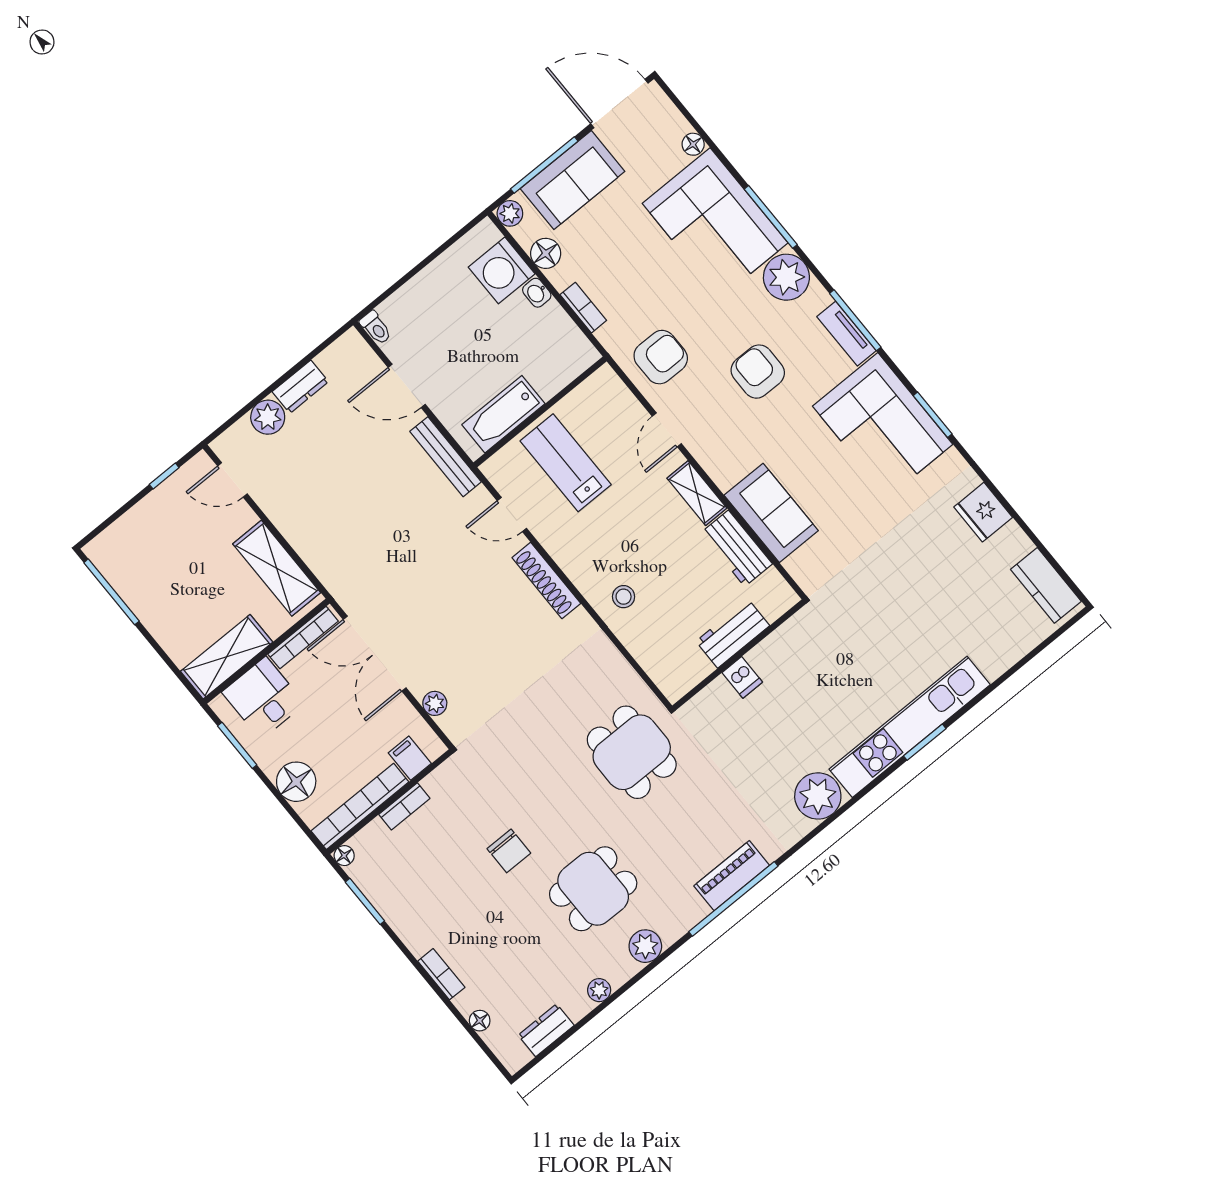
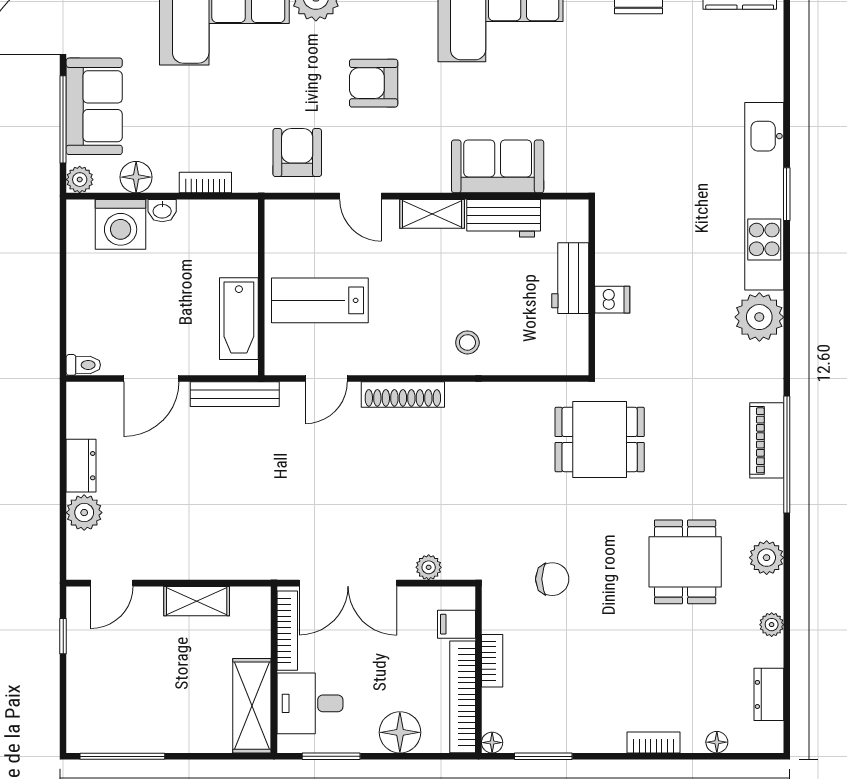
shelving: (277, 568) -> (197, 601), width x0.67, depth x0.75
chair: (509, 851) -> (552, 579), moved

